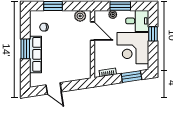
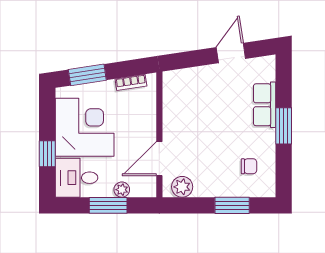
door: (92, 31) -> (159, 159), hinge flipped
row of seats: (36, 54) -> (265, 105), width x0.68
door: (54, 88) -> (231, 53), hinge flipped

